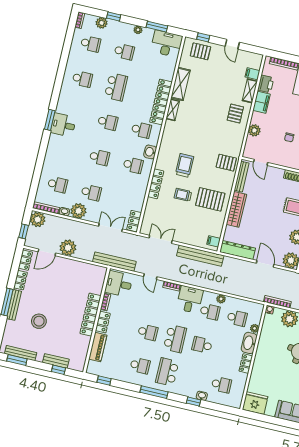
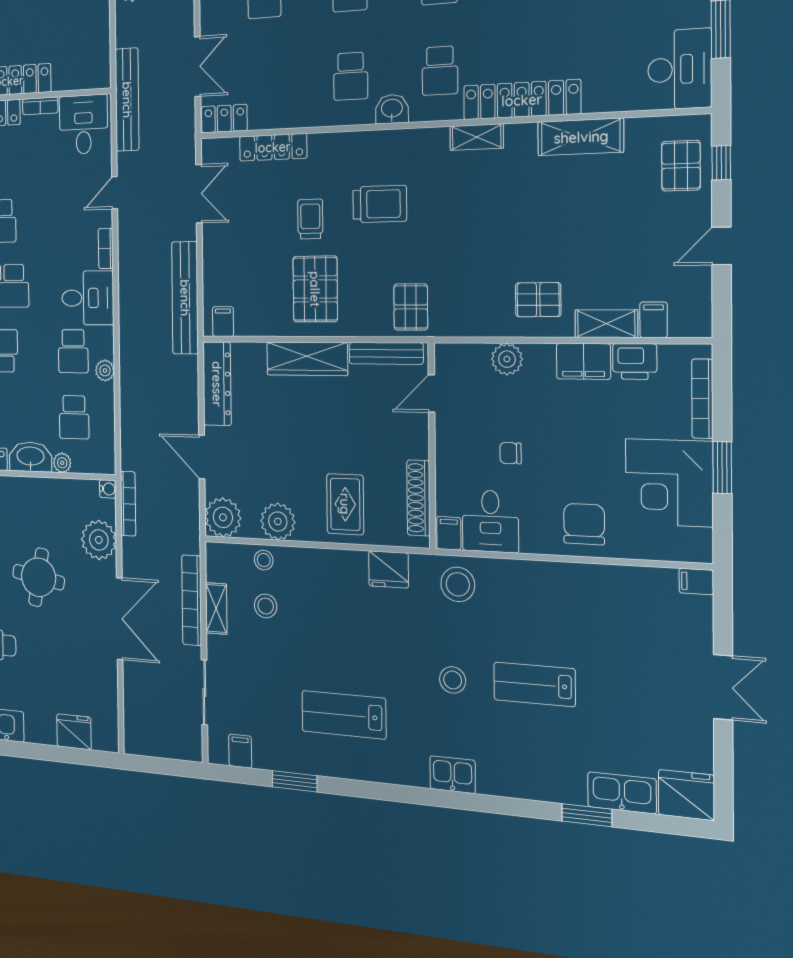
shelving: (173, 110) -> (477, 137), moved
locker: (156, 184) -> (273, 147), moved
door: (265, 264) -> (202, 457), swing flipped

